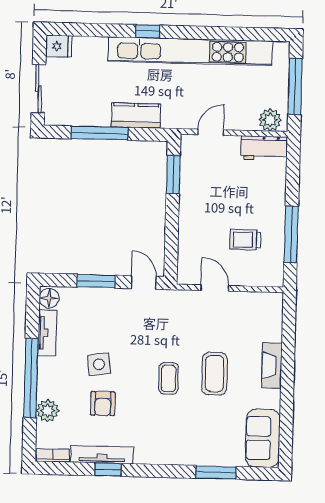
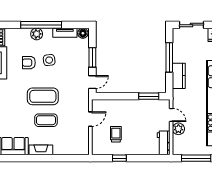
plant: (270, 120) -> (178, 129), moved
window: (291, 234) -> (119, 158), width x0.46
fireplace: (272, 365) -> (41, 150), moved
coffee table: (169, 378) -> (43, 96), width x1.86, depth x1.72
plant: (48, 411) -> (37, 34), moved

